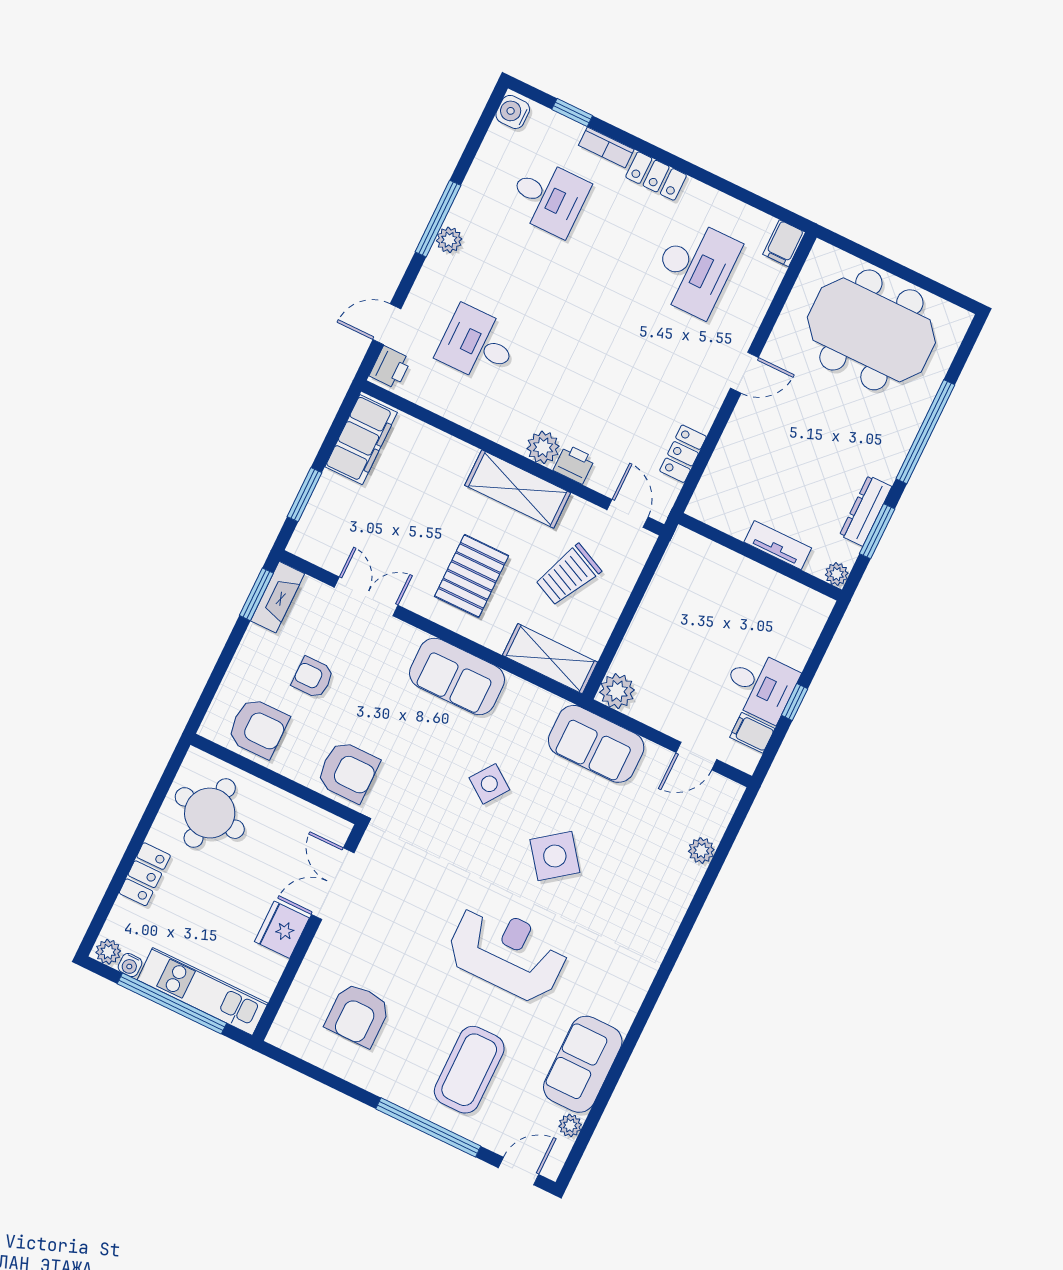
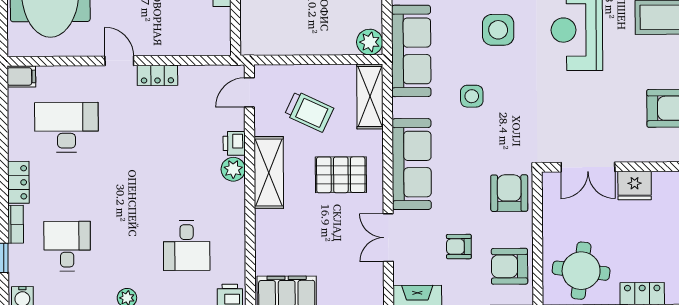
locker: (683, 454) -> (157, 75), moved
sofa: (457, 676) -> (412, 164), width x1.36
armchair: (313, 678) -> (459, 247), turned 90
armchair: (258, 728) -> (510, 266), turned -90
sofa: (596, 744) -> (411, 51), width x1.36
side table: (489, 784) -> (472, 96), turned -36
side table: (555, 856) -> (498, 30), turned 37

